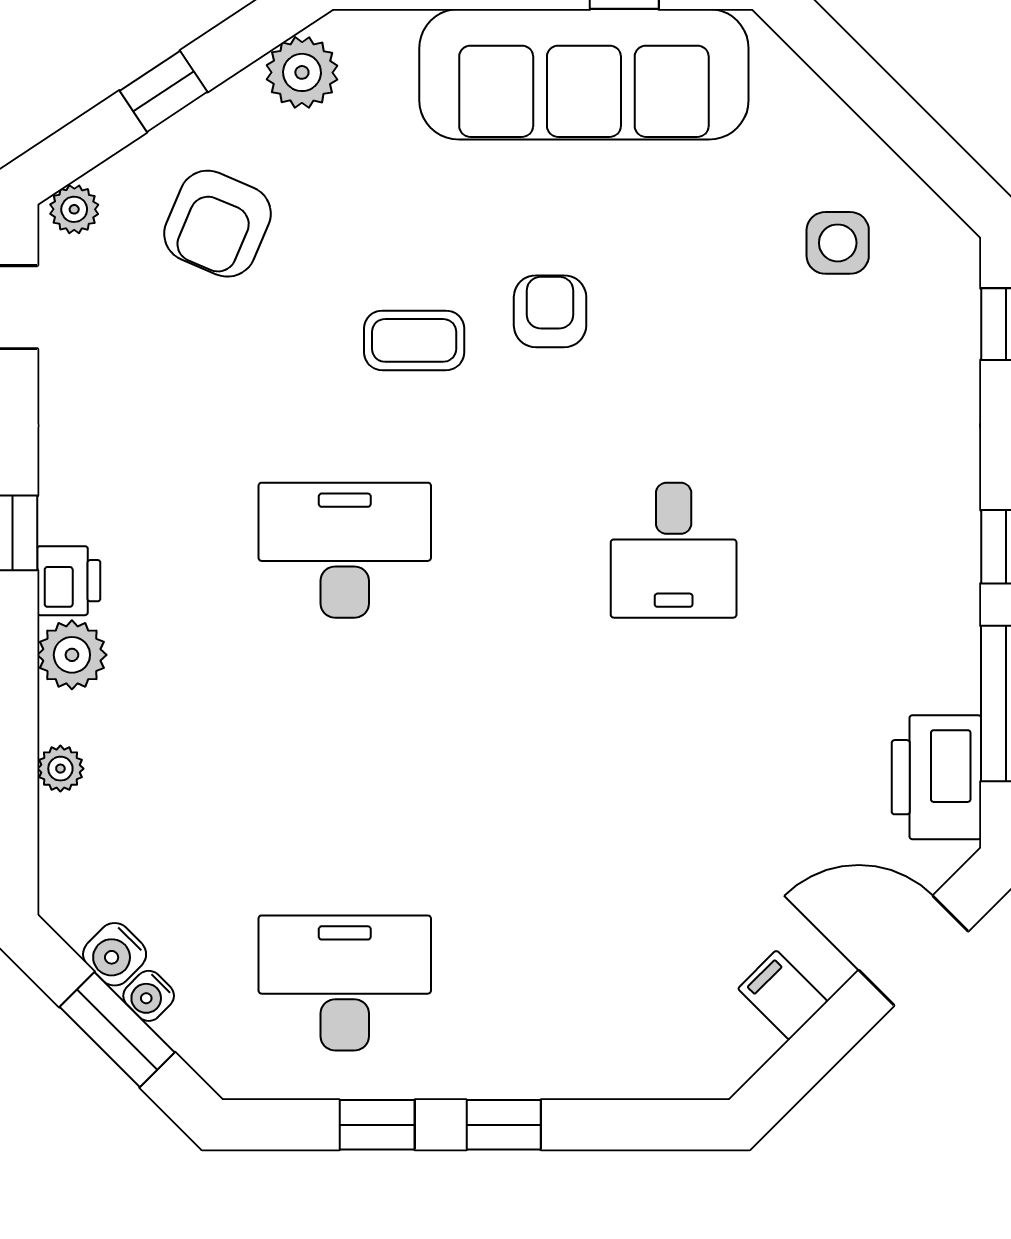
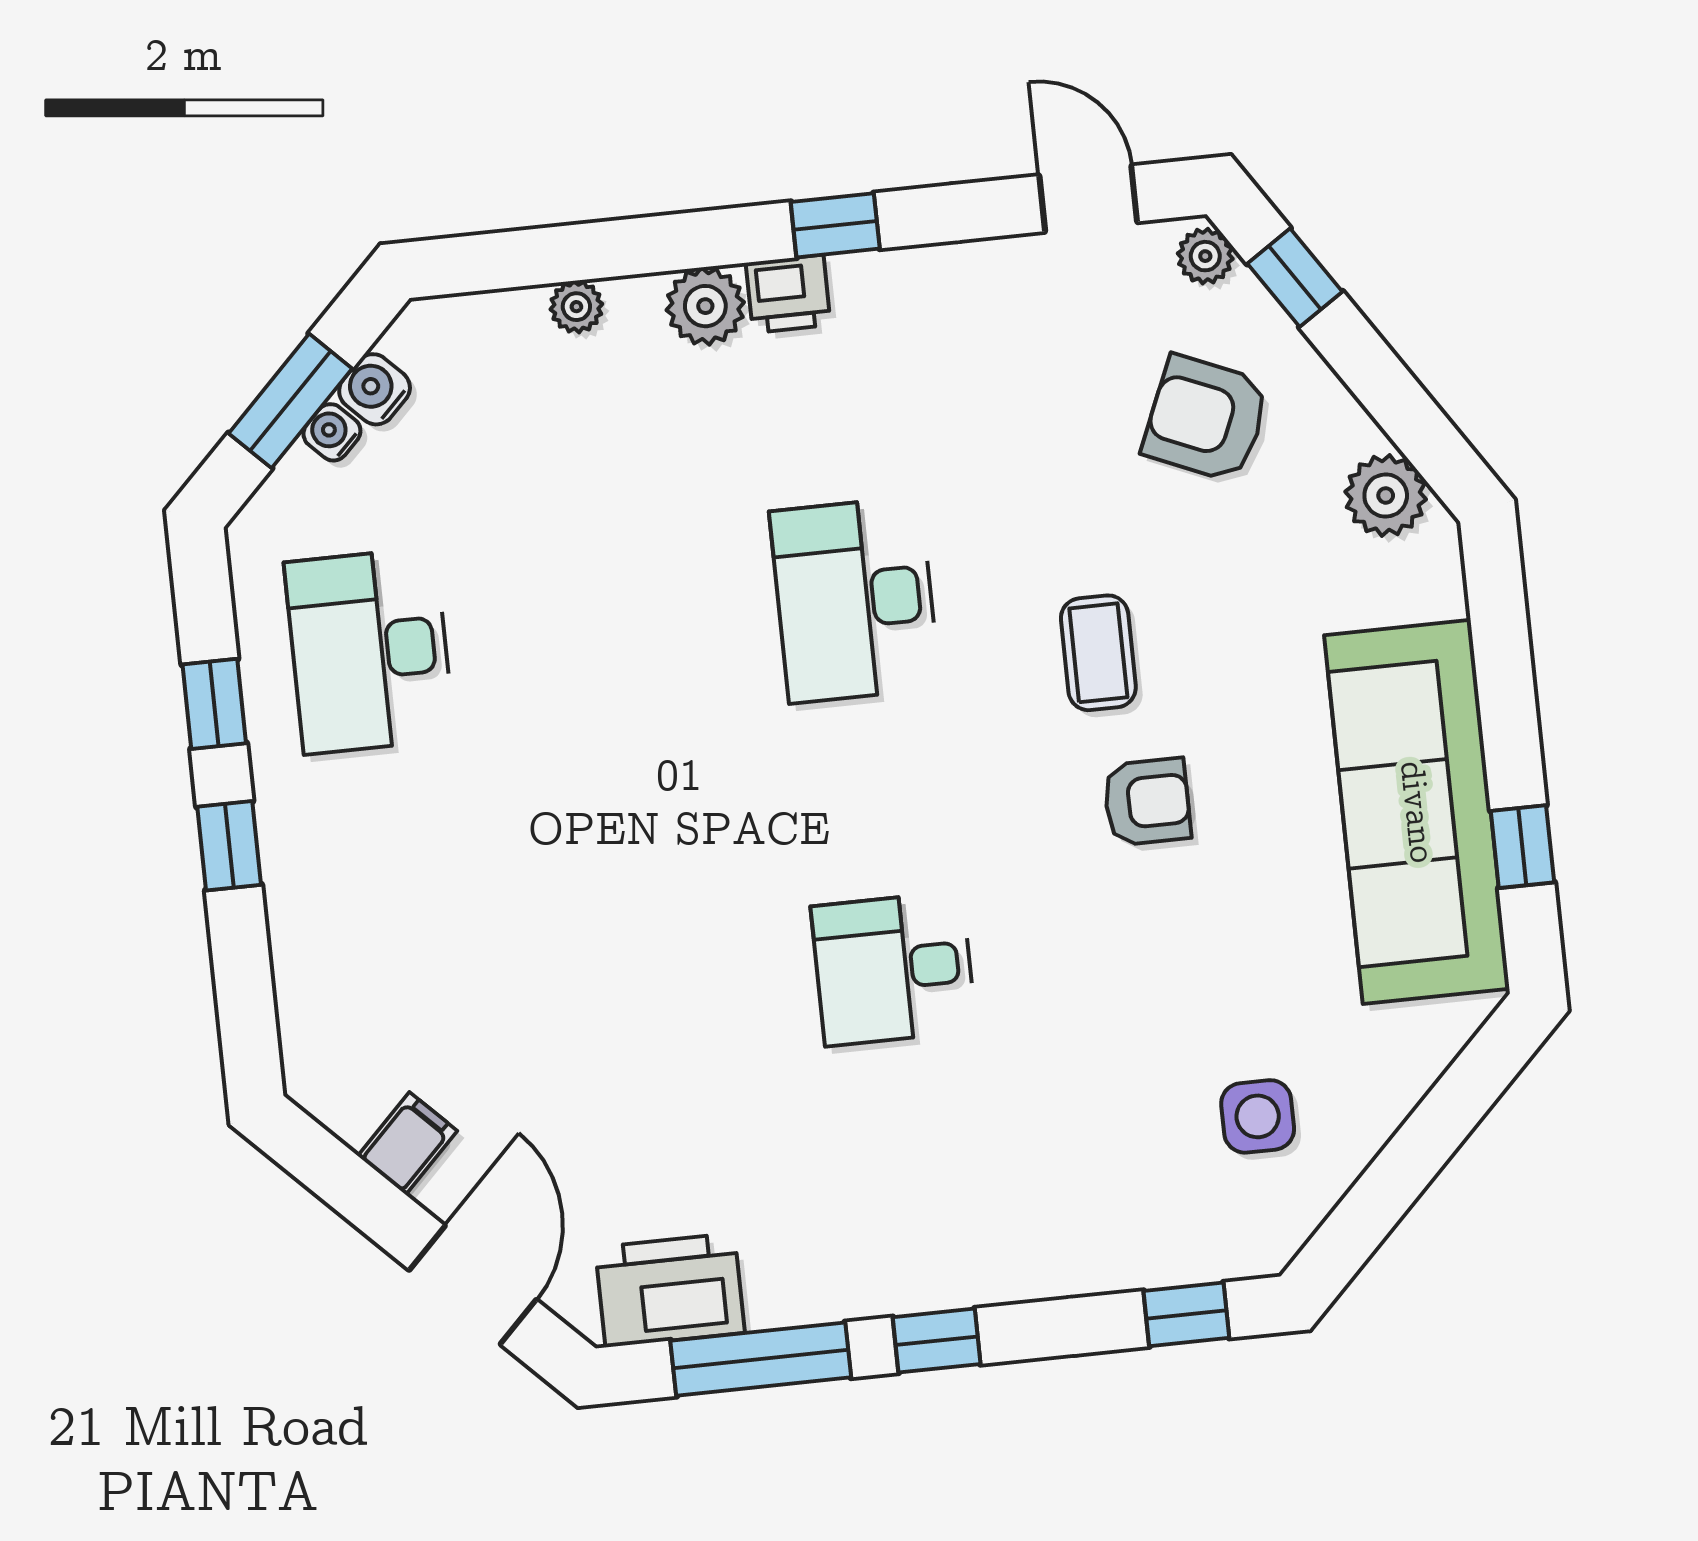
window: (164, 91) -> (1295, 278), moved
desk: (345, 550) -> (855, 600), turned 180
desk: (345, 983) -> (370, 651), turned 180

